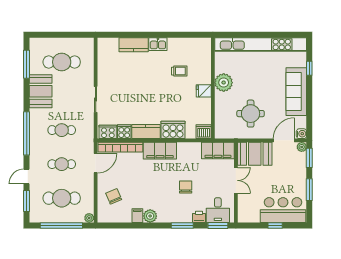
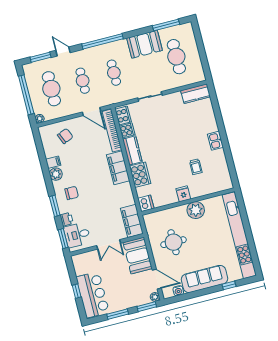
kitchen counter: (134, 45) -> (196, 94), moved, turned -90
water cooler: (301, 134) -> (178, 291), moved
chair: (186, 187) -> (72, 193), moved

